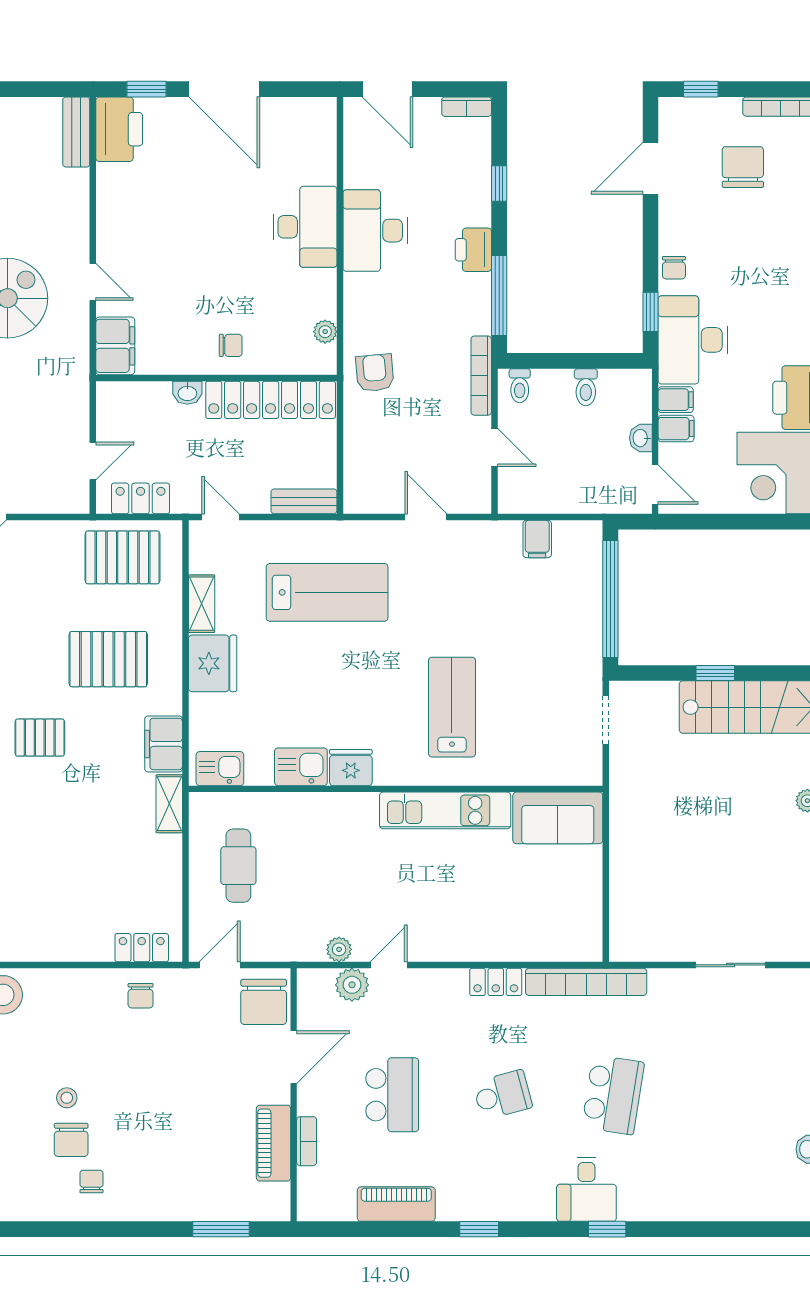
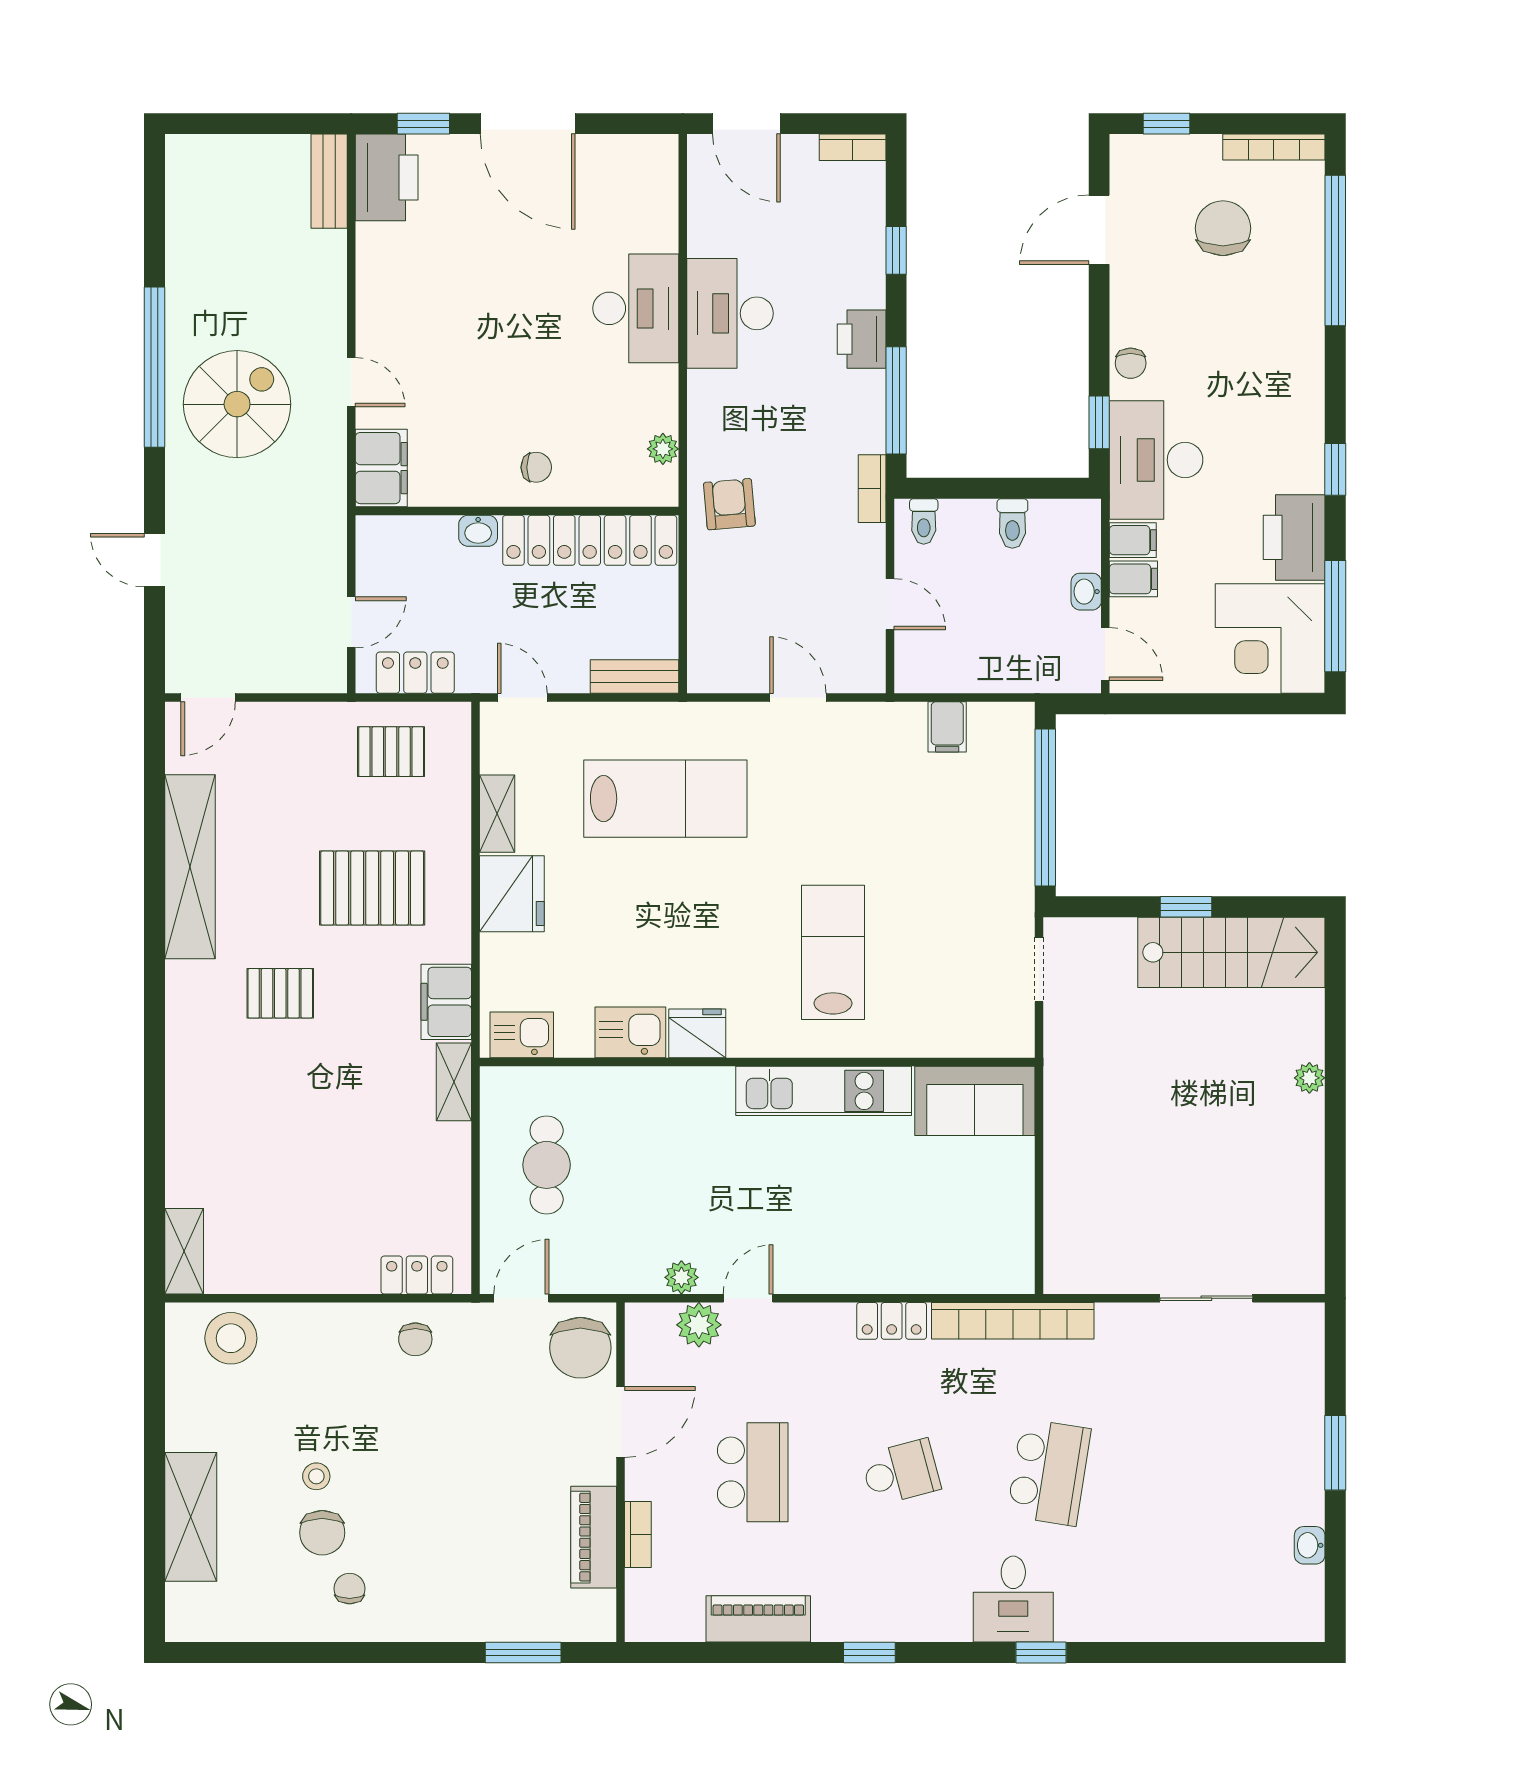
bookcase: (481, 376) -> (872, 489), width x0.64
pallet: (122, 557) -> (391, 752), width x0.67, depth x0.71

